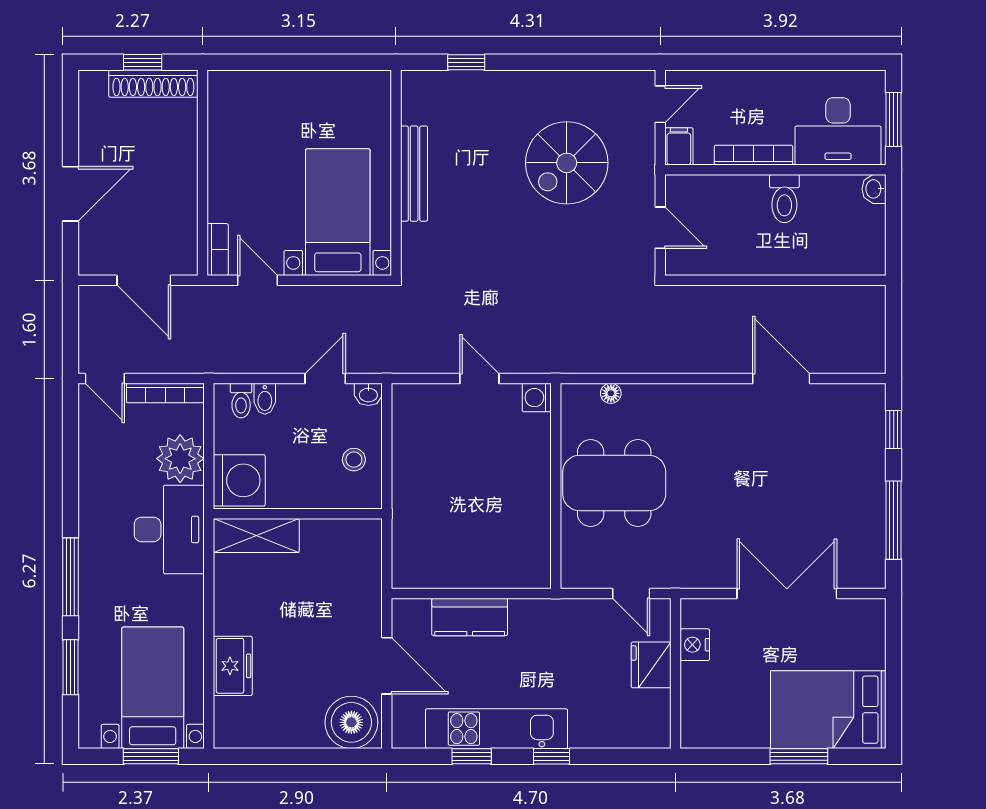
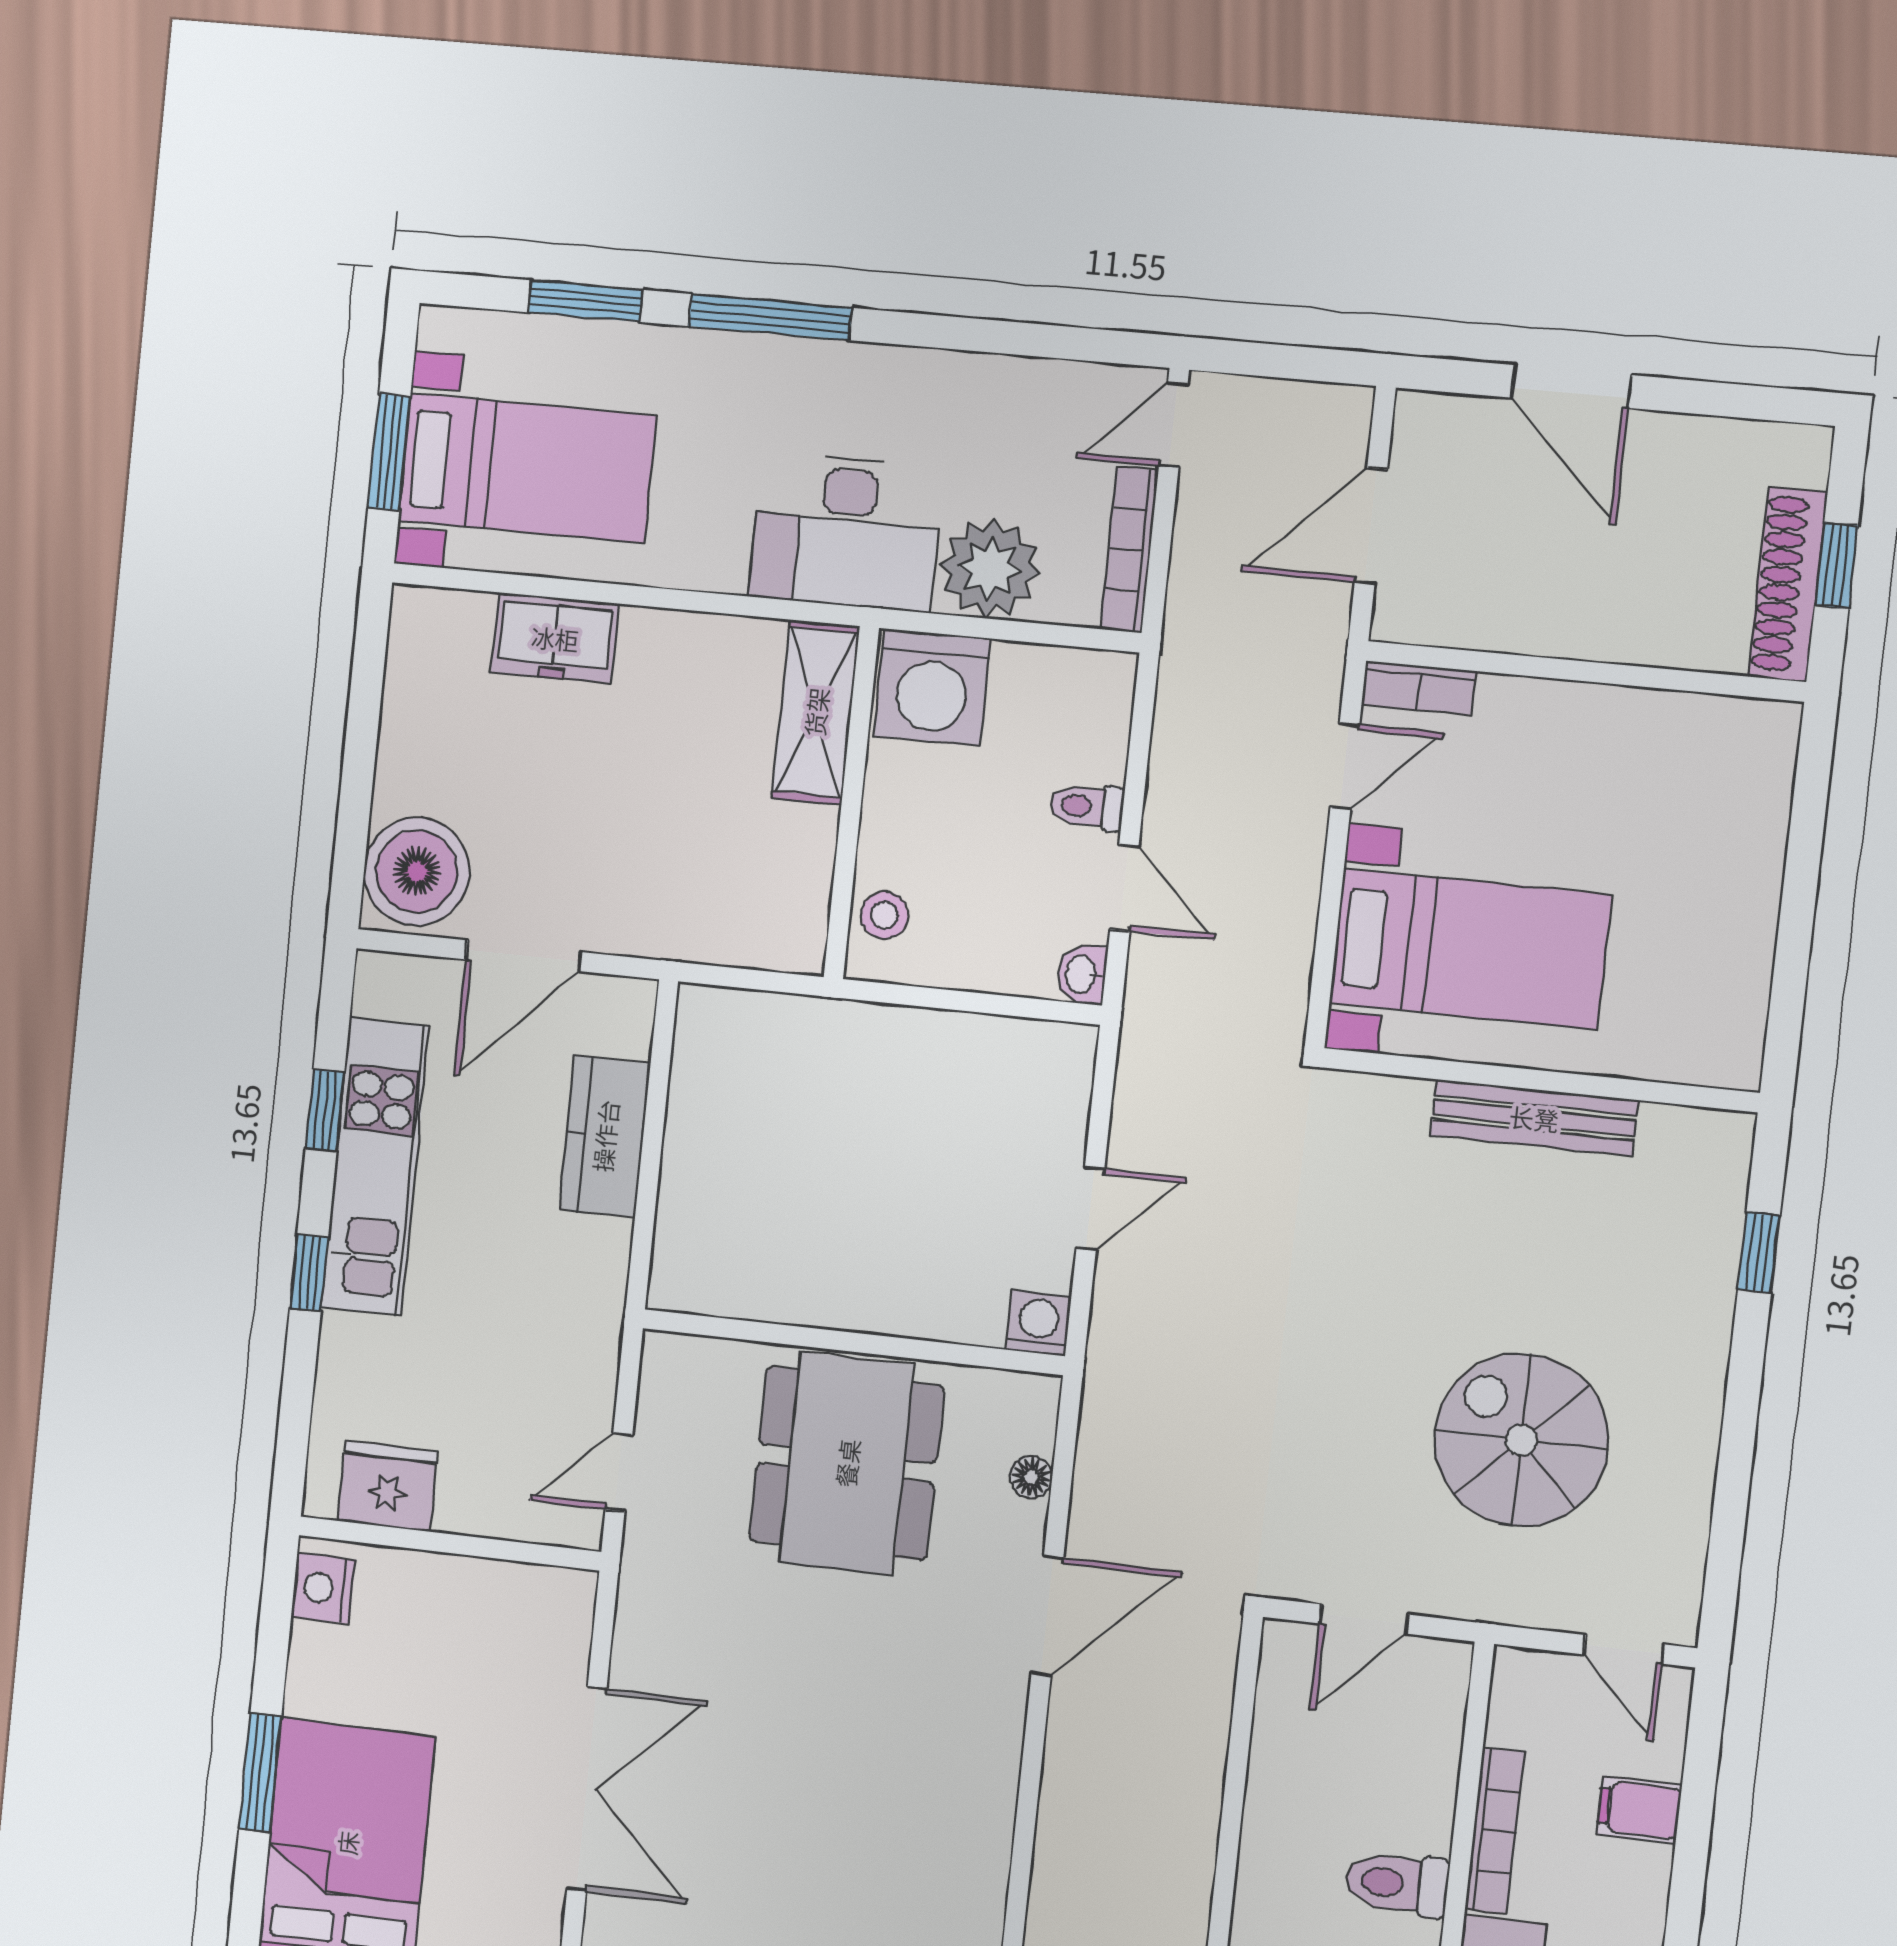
filing cabinet: (679, 146) -> (1639, 1810), moved, turned 180
door: (781, 379) -> (1047, 1616), moved
bidet: (265, 399) -> (1096, 757), removed
toilet: (241, 401) -> (1087, 807), moved
stool: (354, 460) -> (884, 915), moved
nightstand: (695, 645) -> (323, 1588), moved, turned -90
fridge: (651, 665) -> (388, 1486), moved

